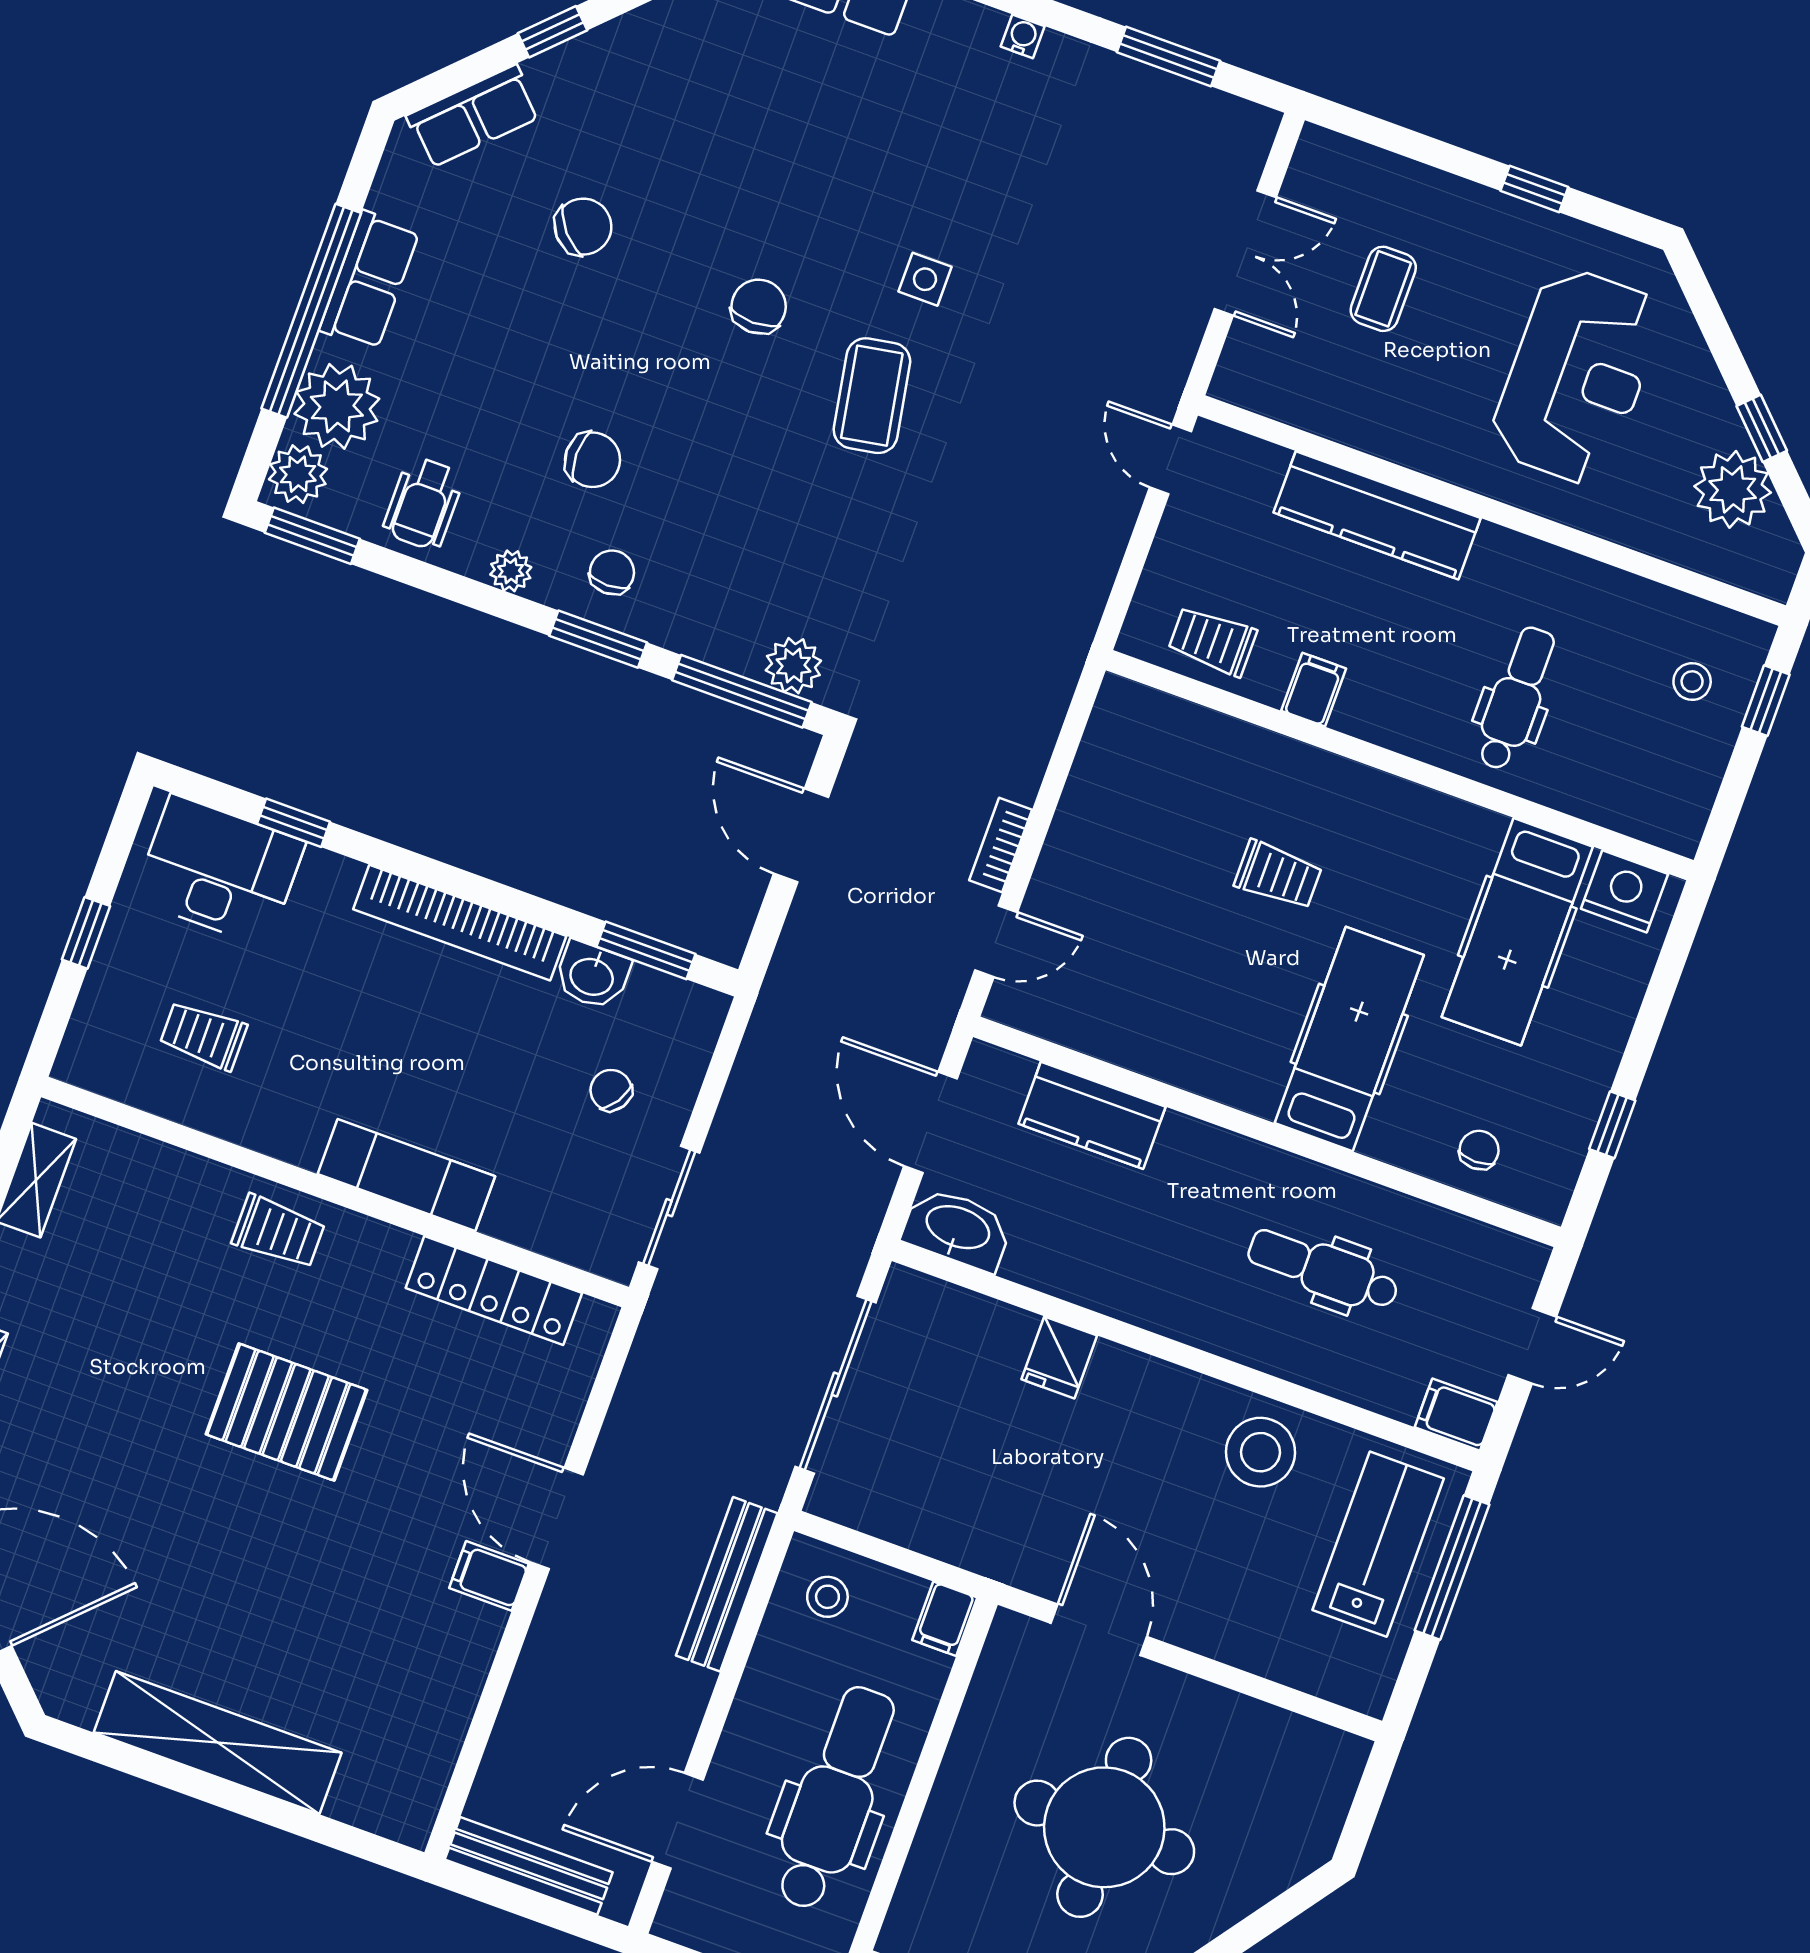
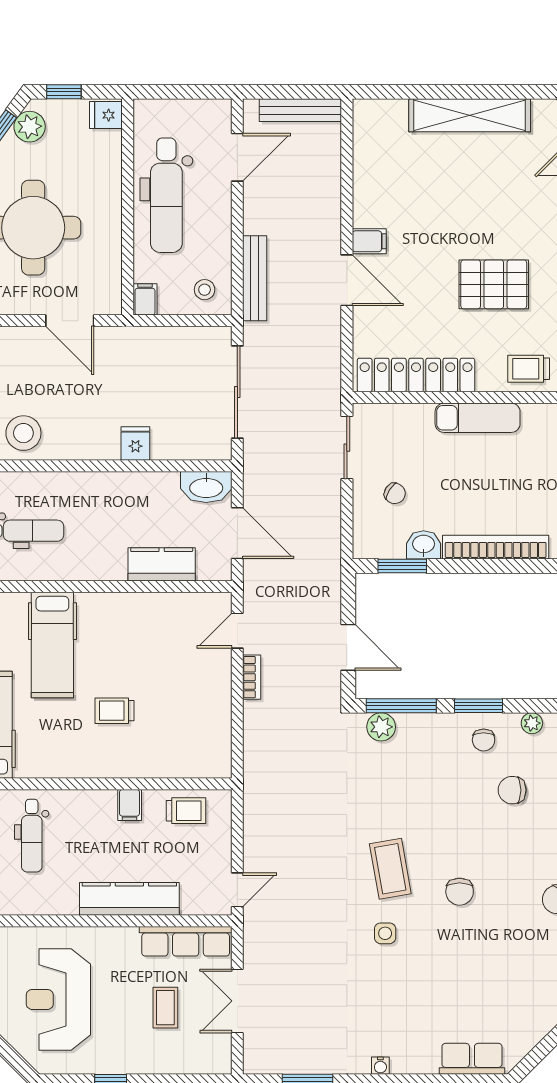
row of seats: (1301, 399) -> (186, 941), added
door: (1170, 459) -> (237, 890), hinge flipped
locker: (494, 1291) -> (416, 375), width x1.41, depth x1.21

